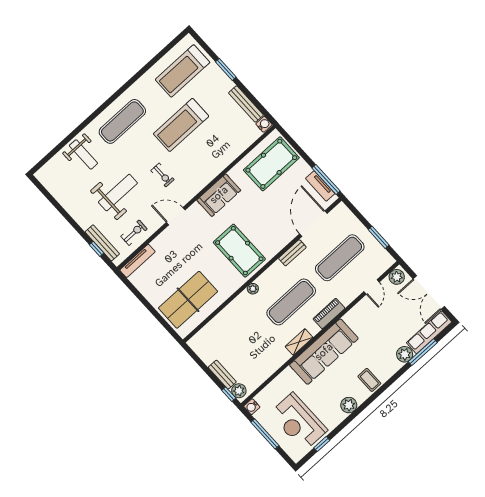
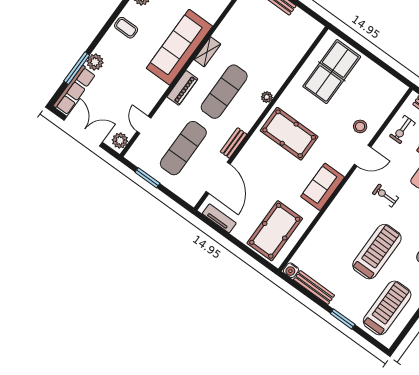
window: (326, 180) -> (215, 226), removed
stool: (172, 244) -> (360, 126), added
tv unit: (137, 261) -> (393, 101), removed

